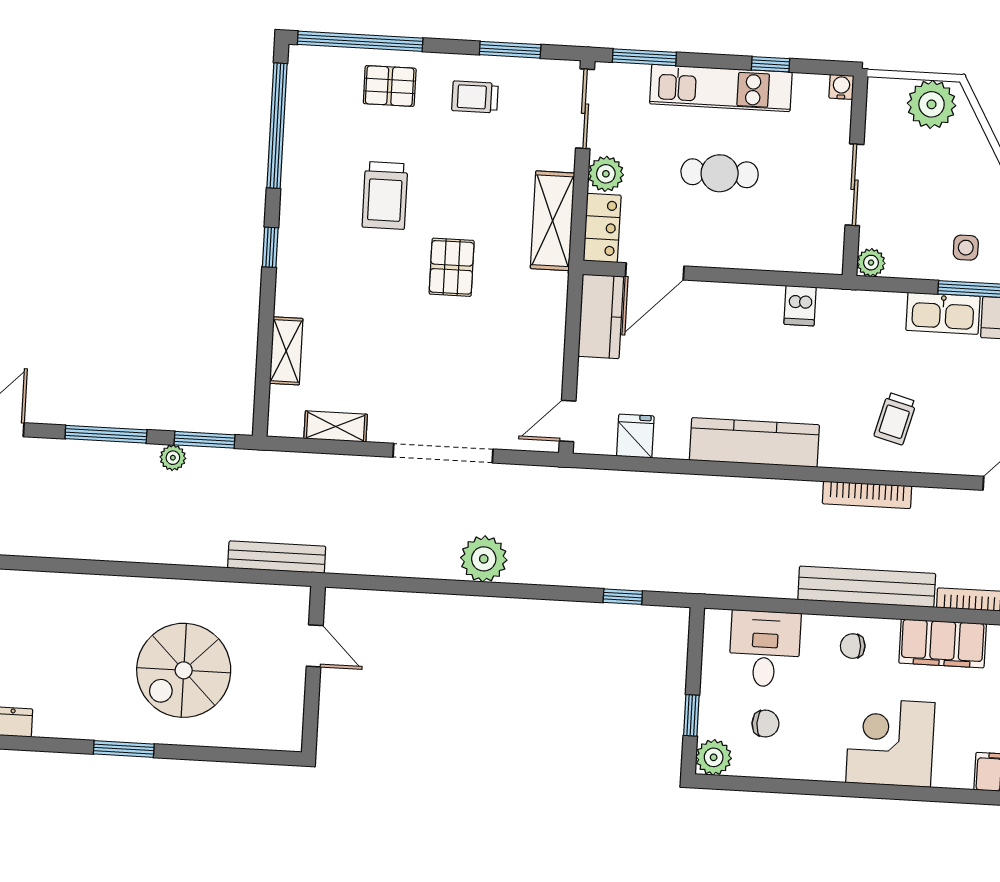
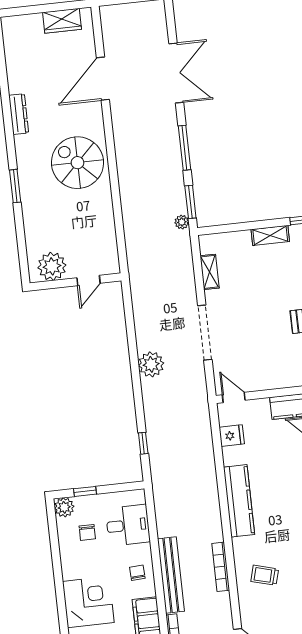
shelving: (286, 351) -> (270, 235), moved
plant: (173, 458) -> (182, 222), moved
bench: (277, 557) -> (133, 252), removed
spiral stairs: (184, 670) -> (77, 163), moved
plant: (279, 707) -> (52, 266), added

